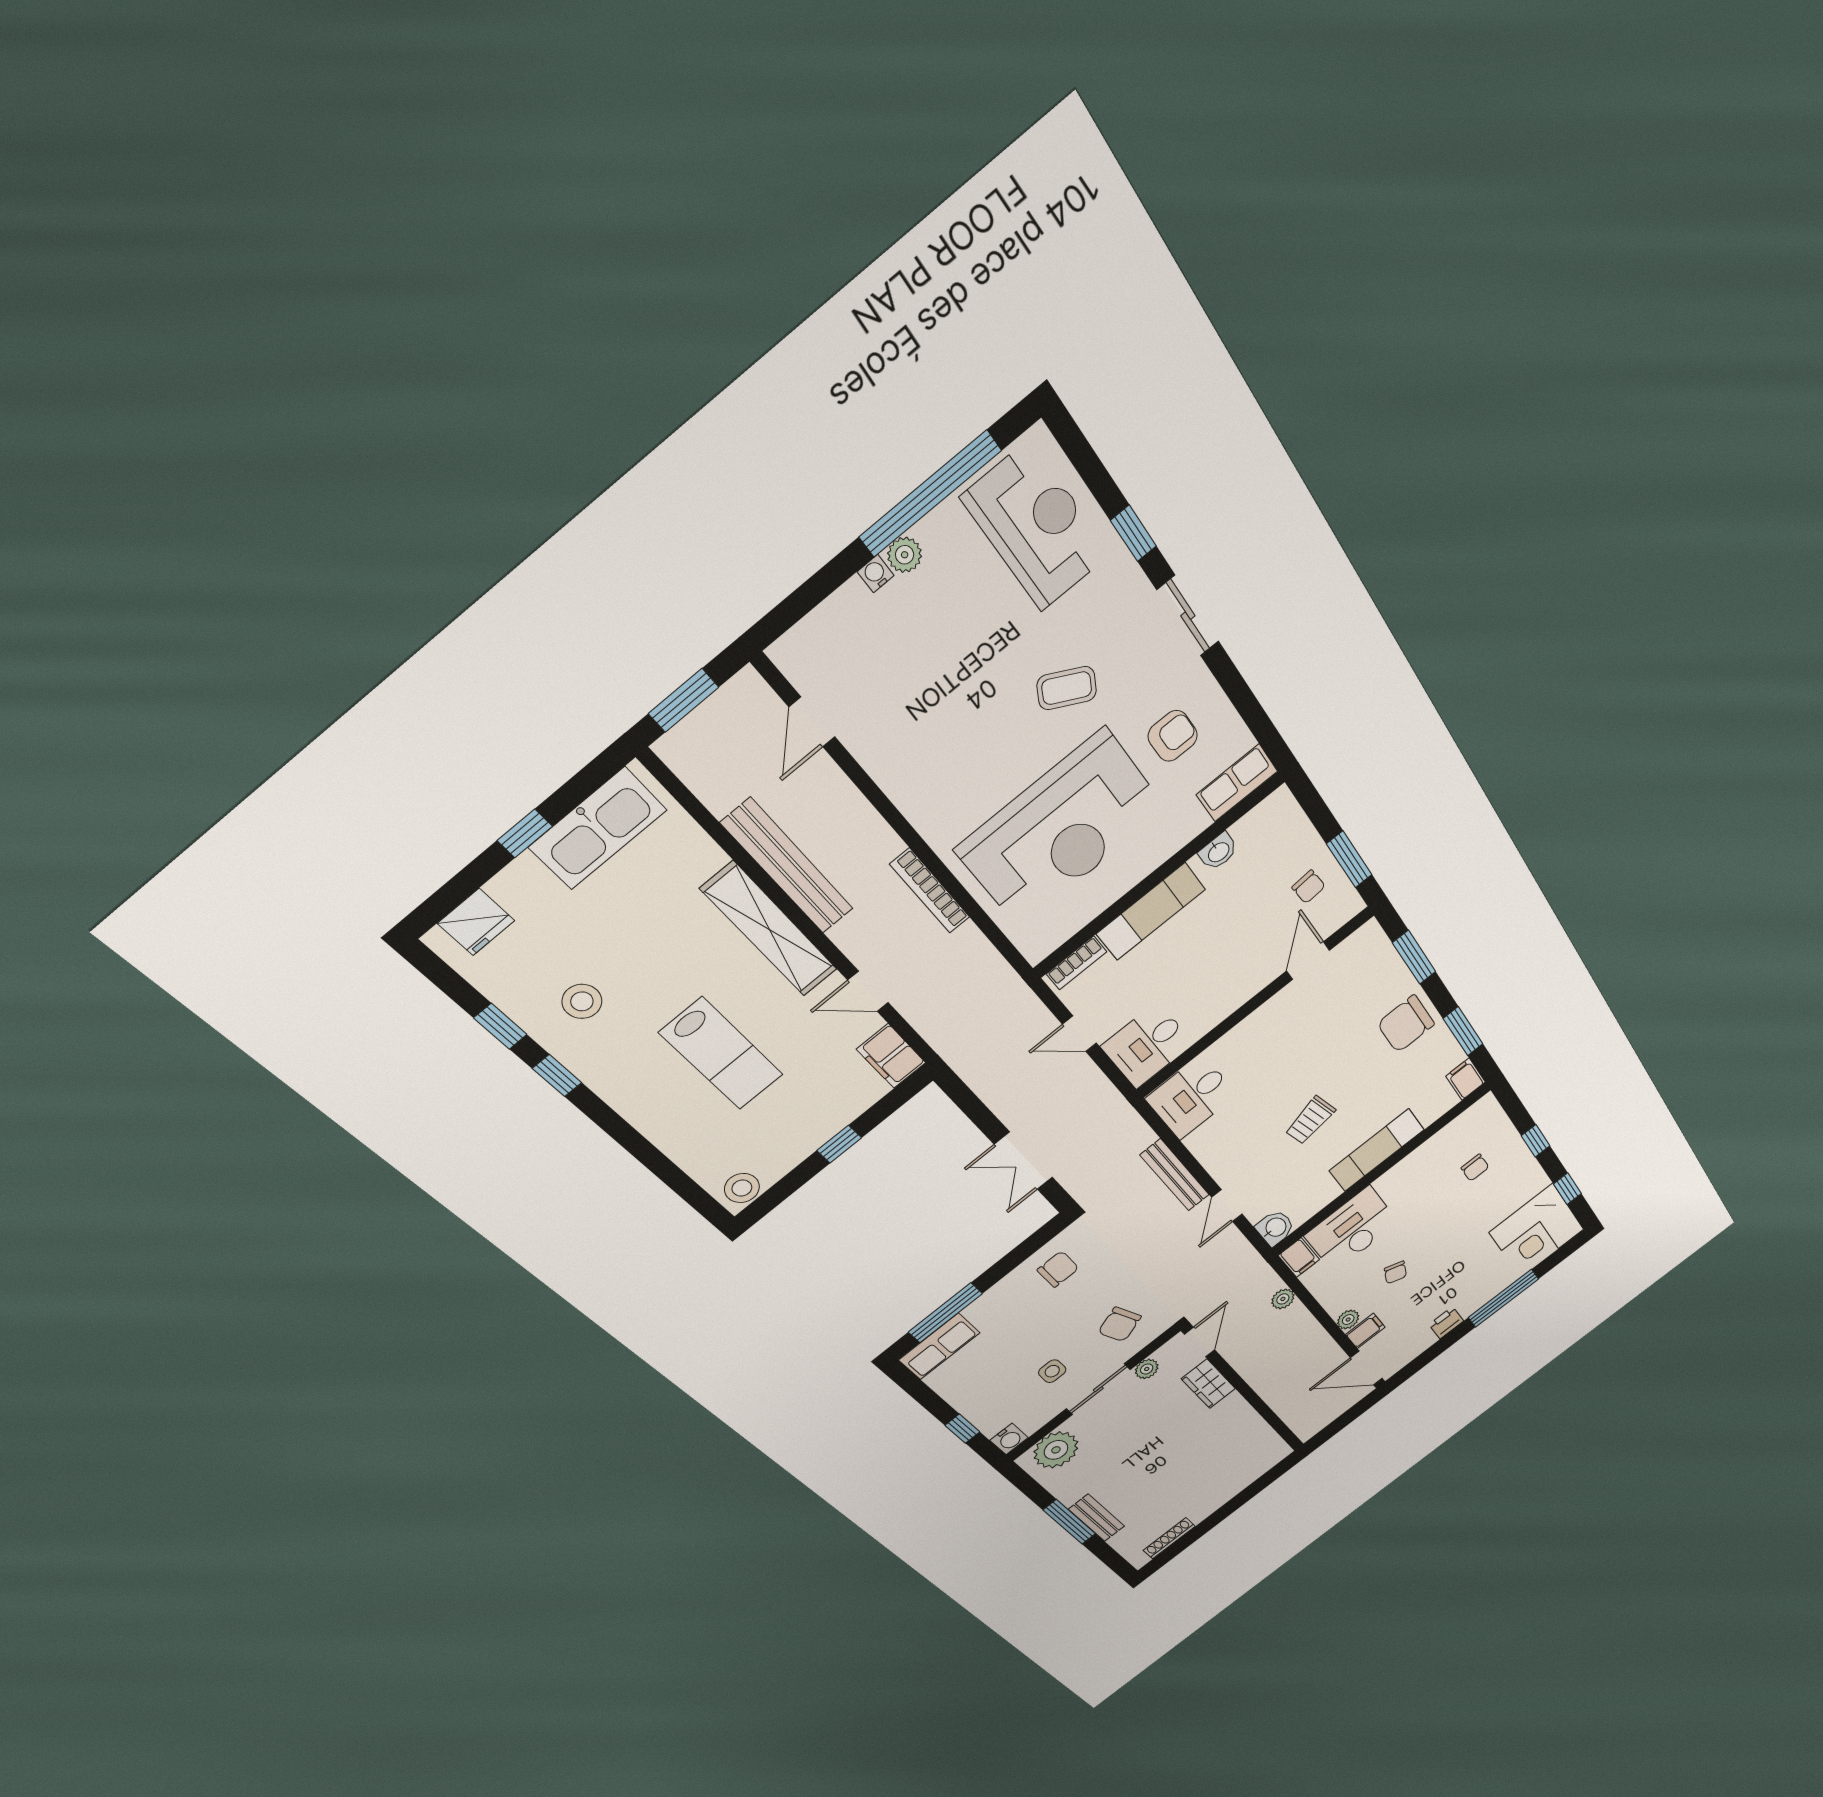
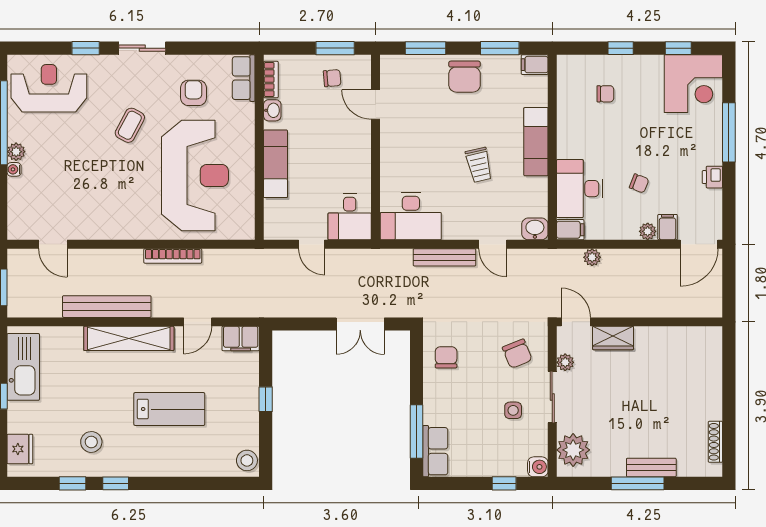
bookcase: (1077, 963) -> (271, 80), moved
door: (1080, 1034) -> (312, 244), hinge flipped
desk: (1191, 1097) -> (411, 216), width x1.37

